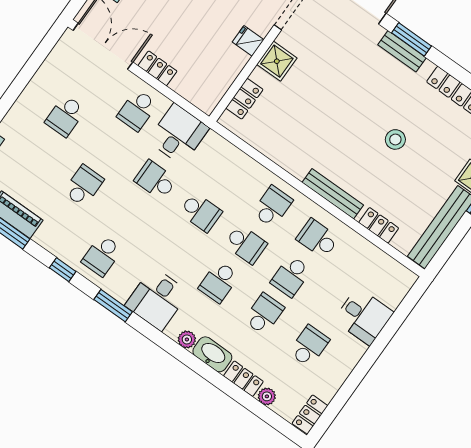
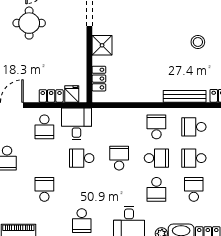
fridge: (248, 41) -> (72, 94), moved, turned 90
locker: (157, 68) -> (51, 96), moved
school desk: (201, 212) -> (119, 158), turned -90
school desk: (291, 276) -> (194, 158), turned 90

